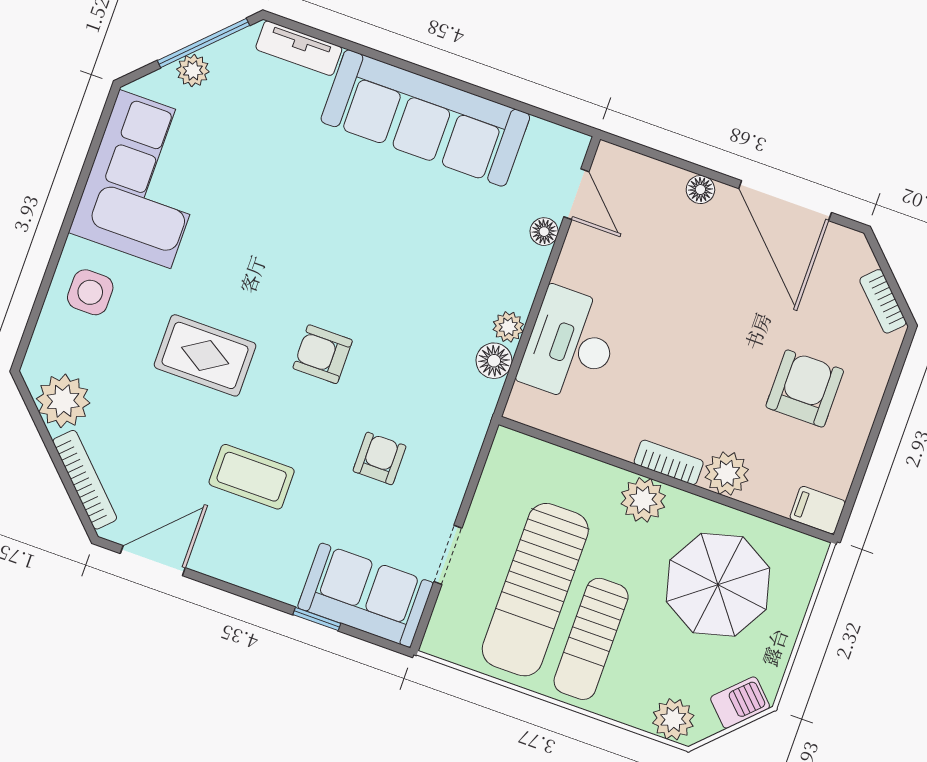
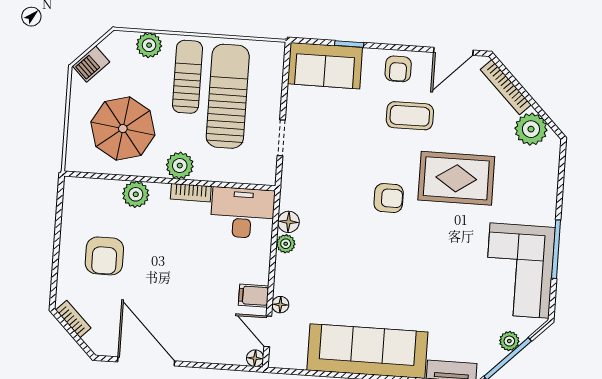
floor lamp: (700, 190) -> (255, 358), moved
window: (77, 197) -> (556, 249), added
side table: (90, 292) -> (533, 196), removed
desk: (570, 345) -> (242, 213), moved, turned -90
rug: (205, 355) -> (456, 178), width x1.36, depth x1.43
armchair: (379, 458) -> (398, 69), moved
bookcase: (669, 462) -> (191, 193), moved
filing cabinet: (818, 510) -> (254, 296), moved, turned 180
doorway: (448, 555) -> (281, 138), moved
plant: (673, 719) -> (149, 45), moved

